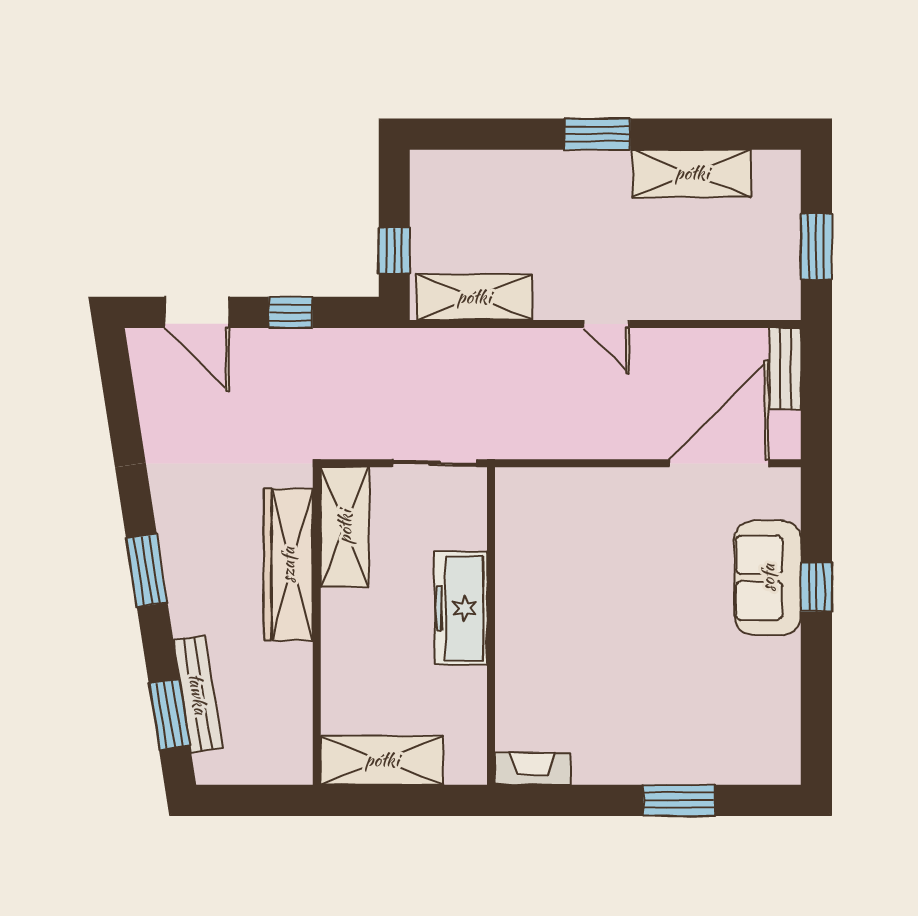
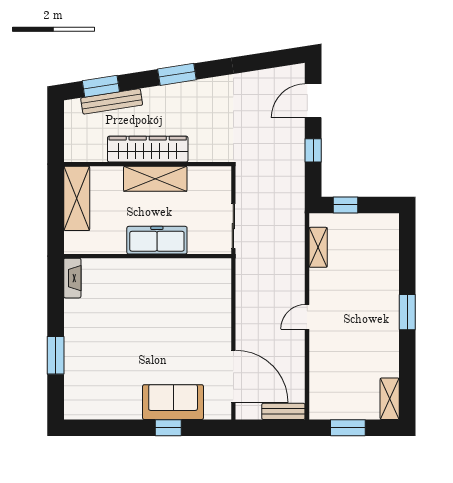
shelving: (692, 173) -> (390, 399), moved, width x0.67, depth x0.75
shelving: (474, 297) -> (318, 247), width x0.67, depth x0.75
shelving: (345, 527) -> (155, 179), moved
wardrobe: (288, 565) -> (148, 149), moved

